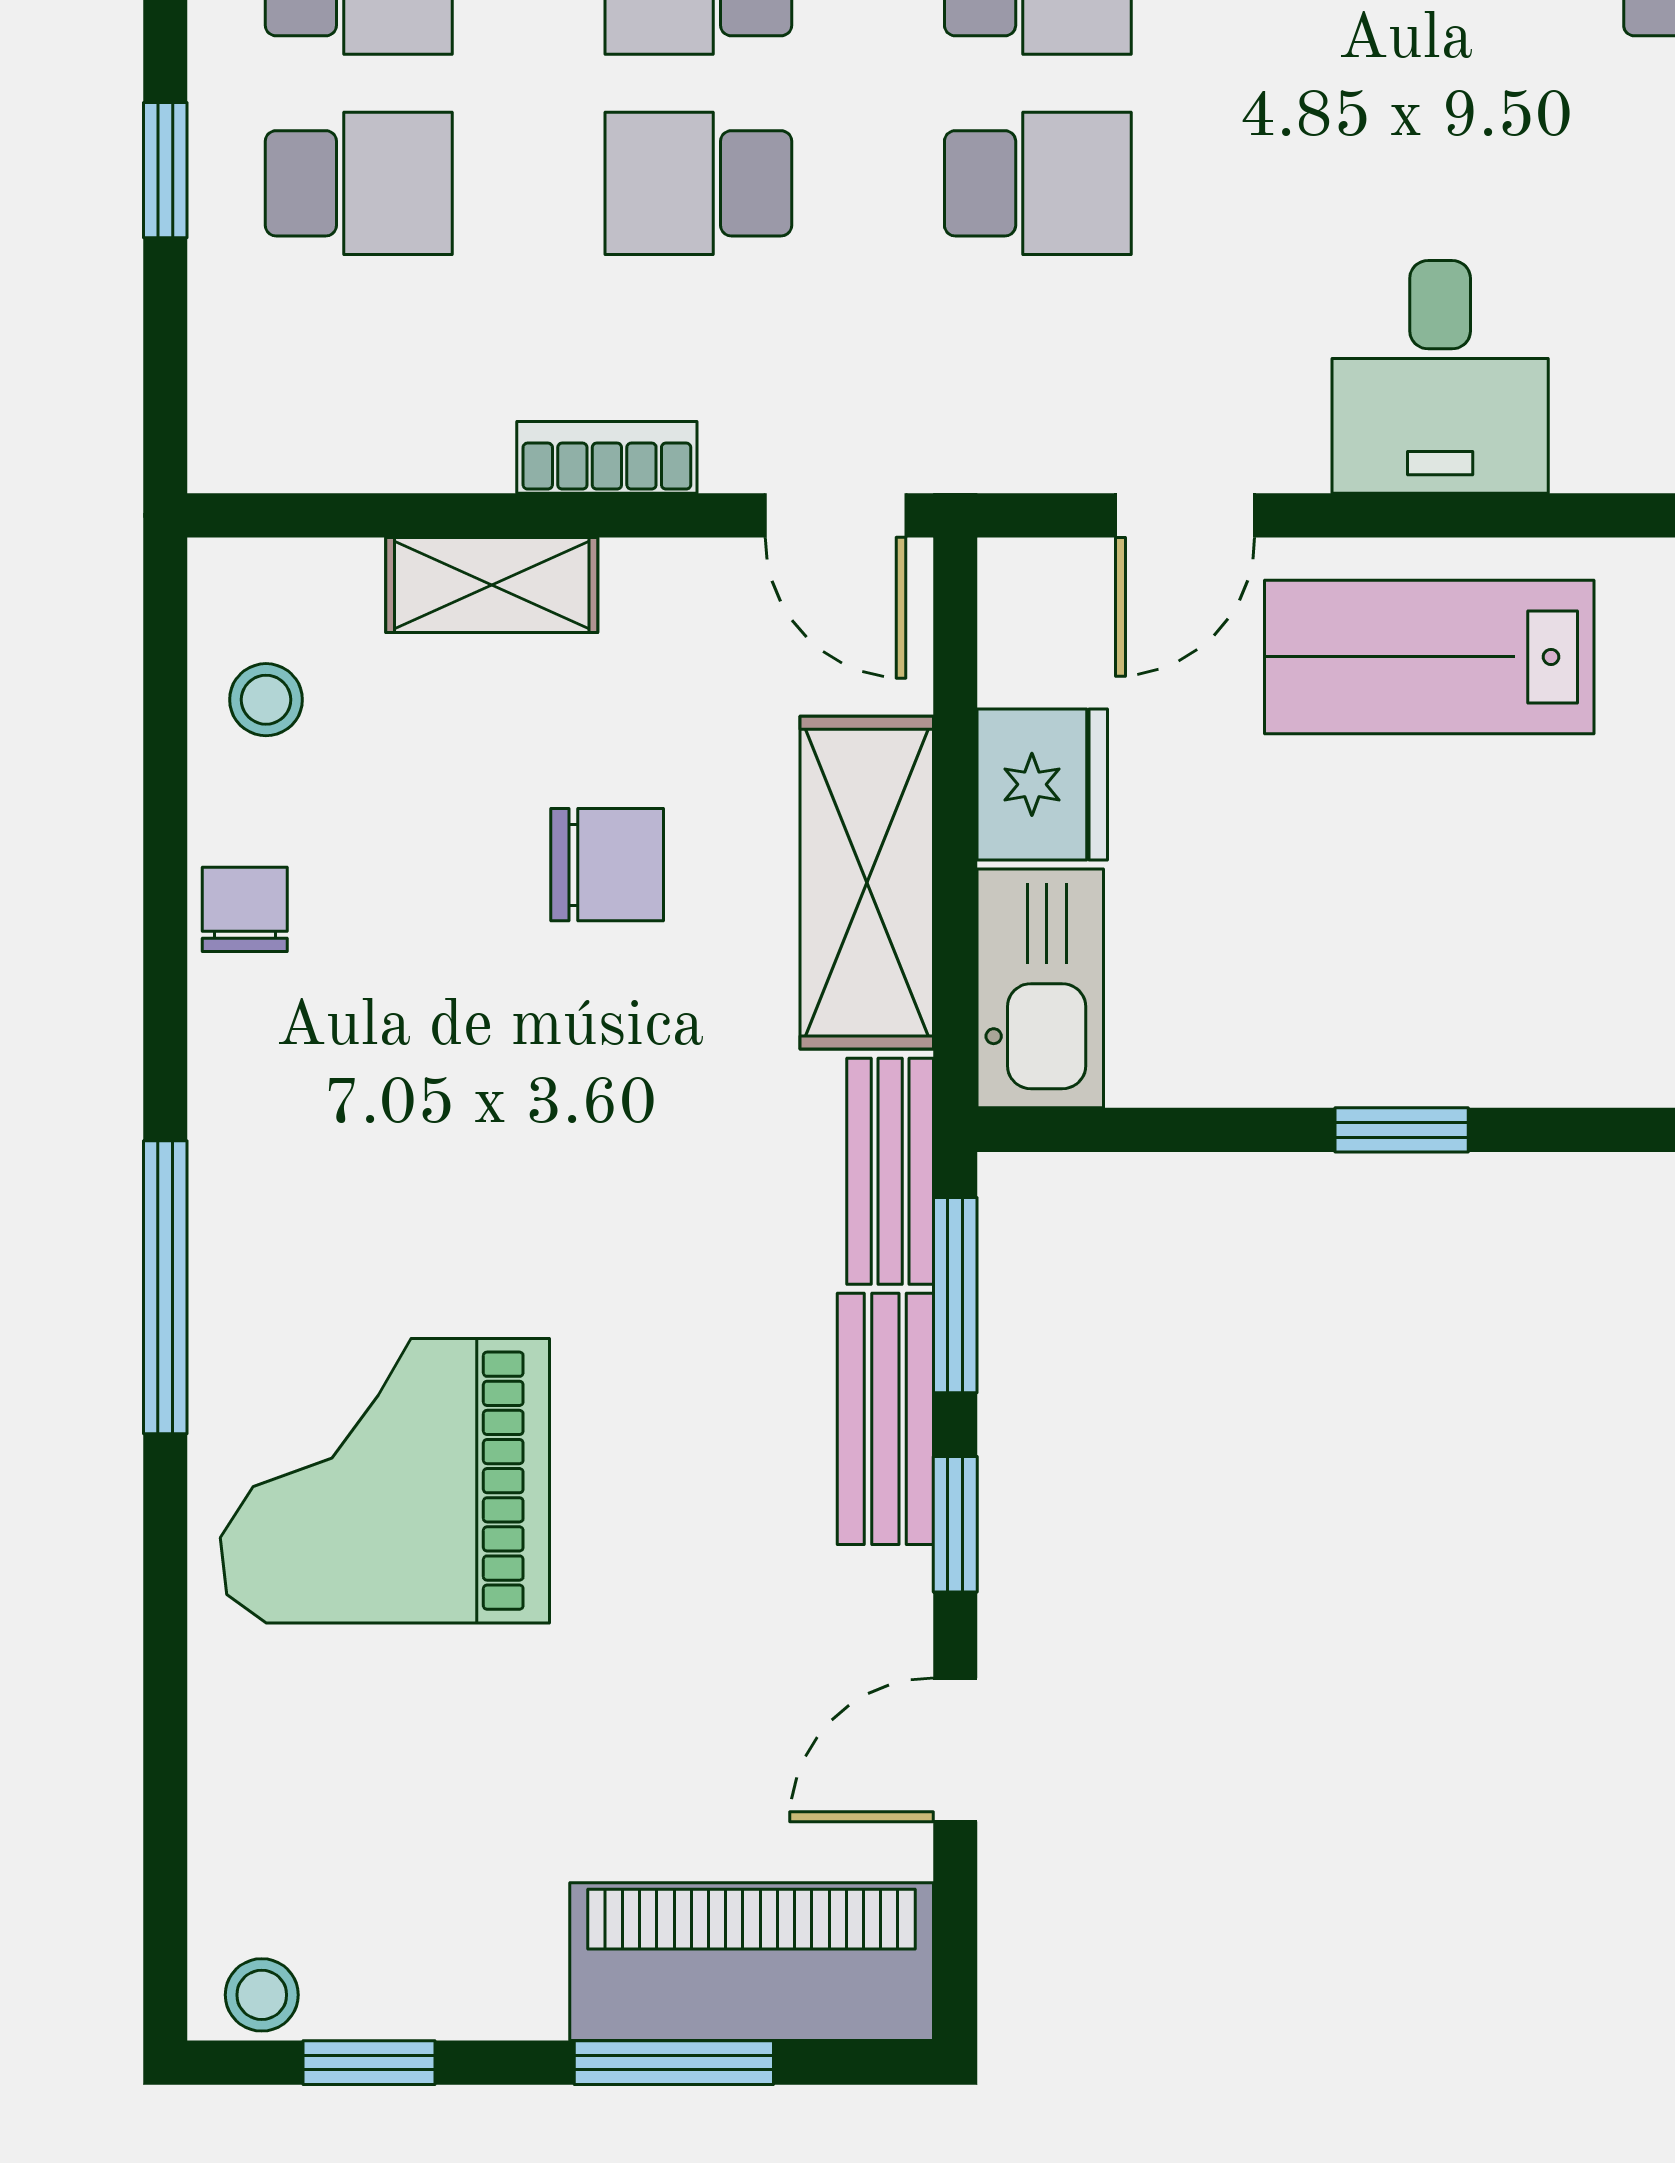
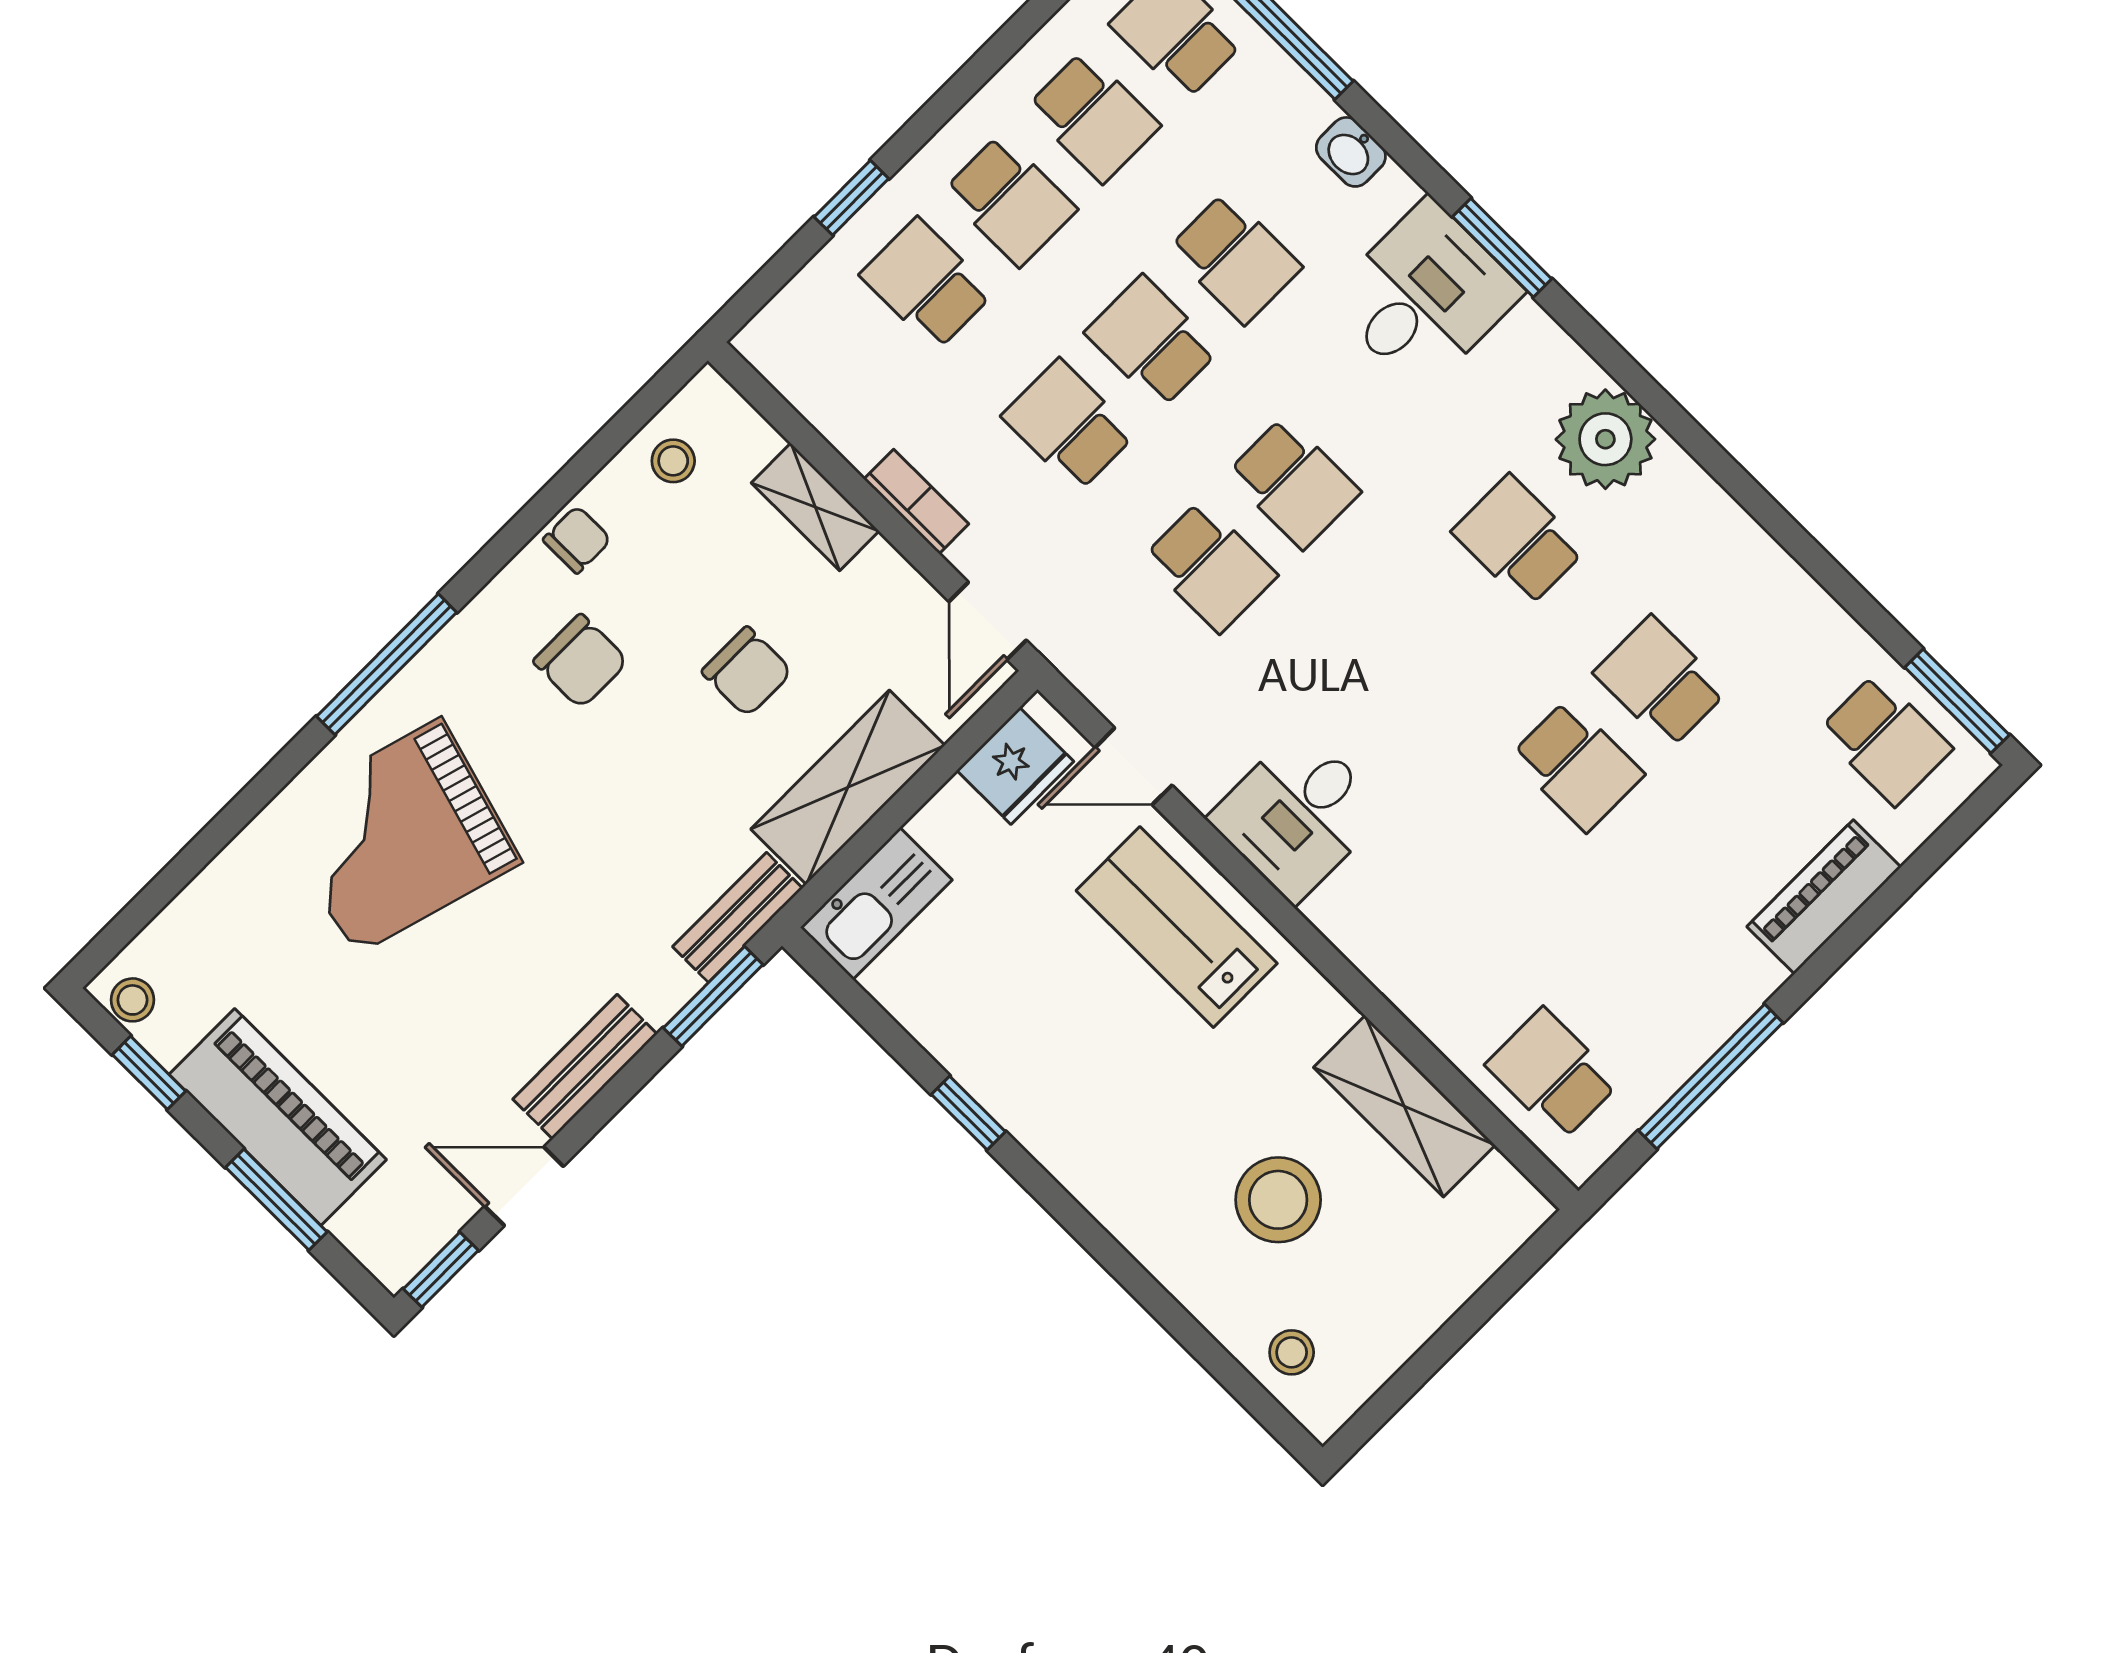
school desk: (359, 183) -> (927, 284), turned 180
fridge: (1042, 784) -> (1015, 766), moved
chair: (395, 1051) -> (581, 661), added
bench: (885, 1419) -> (585, 1067), moved
grand piano: (385, 1481) -> (398, 836), turned -74
window: (955, 1524) -> (441, 1270), moved
piano: (752, 1962) -> (278, 1117), moved

